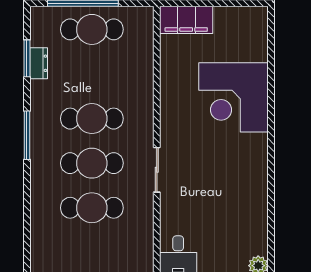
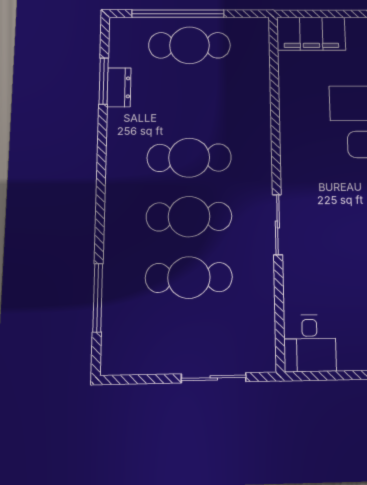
window: (27, 135) -> (98, 298), moved

